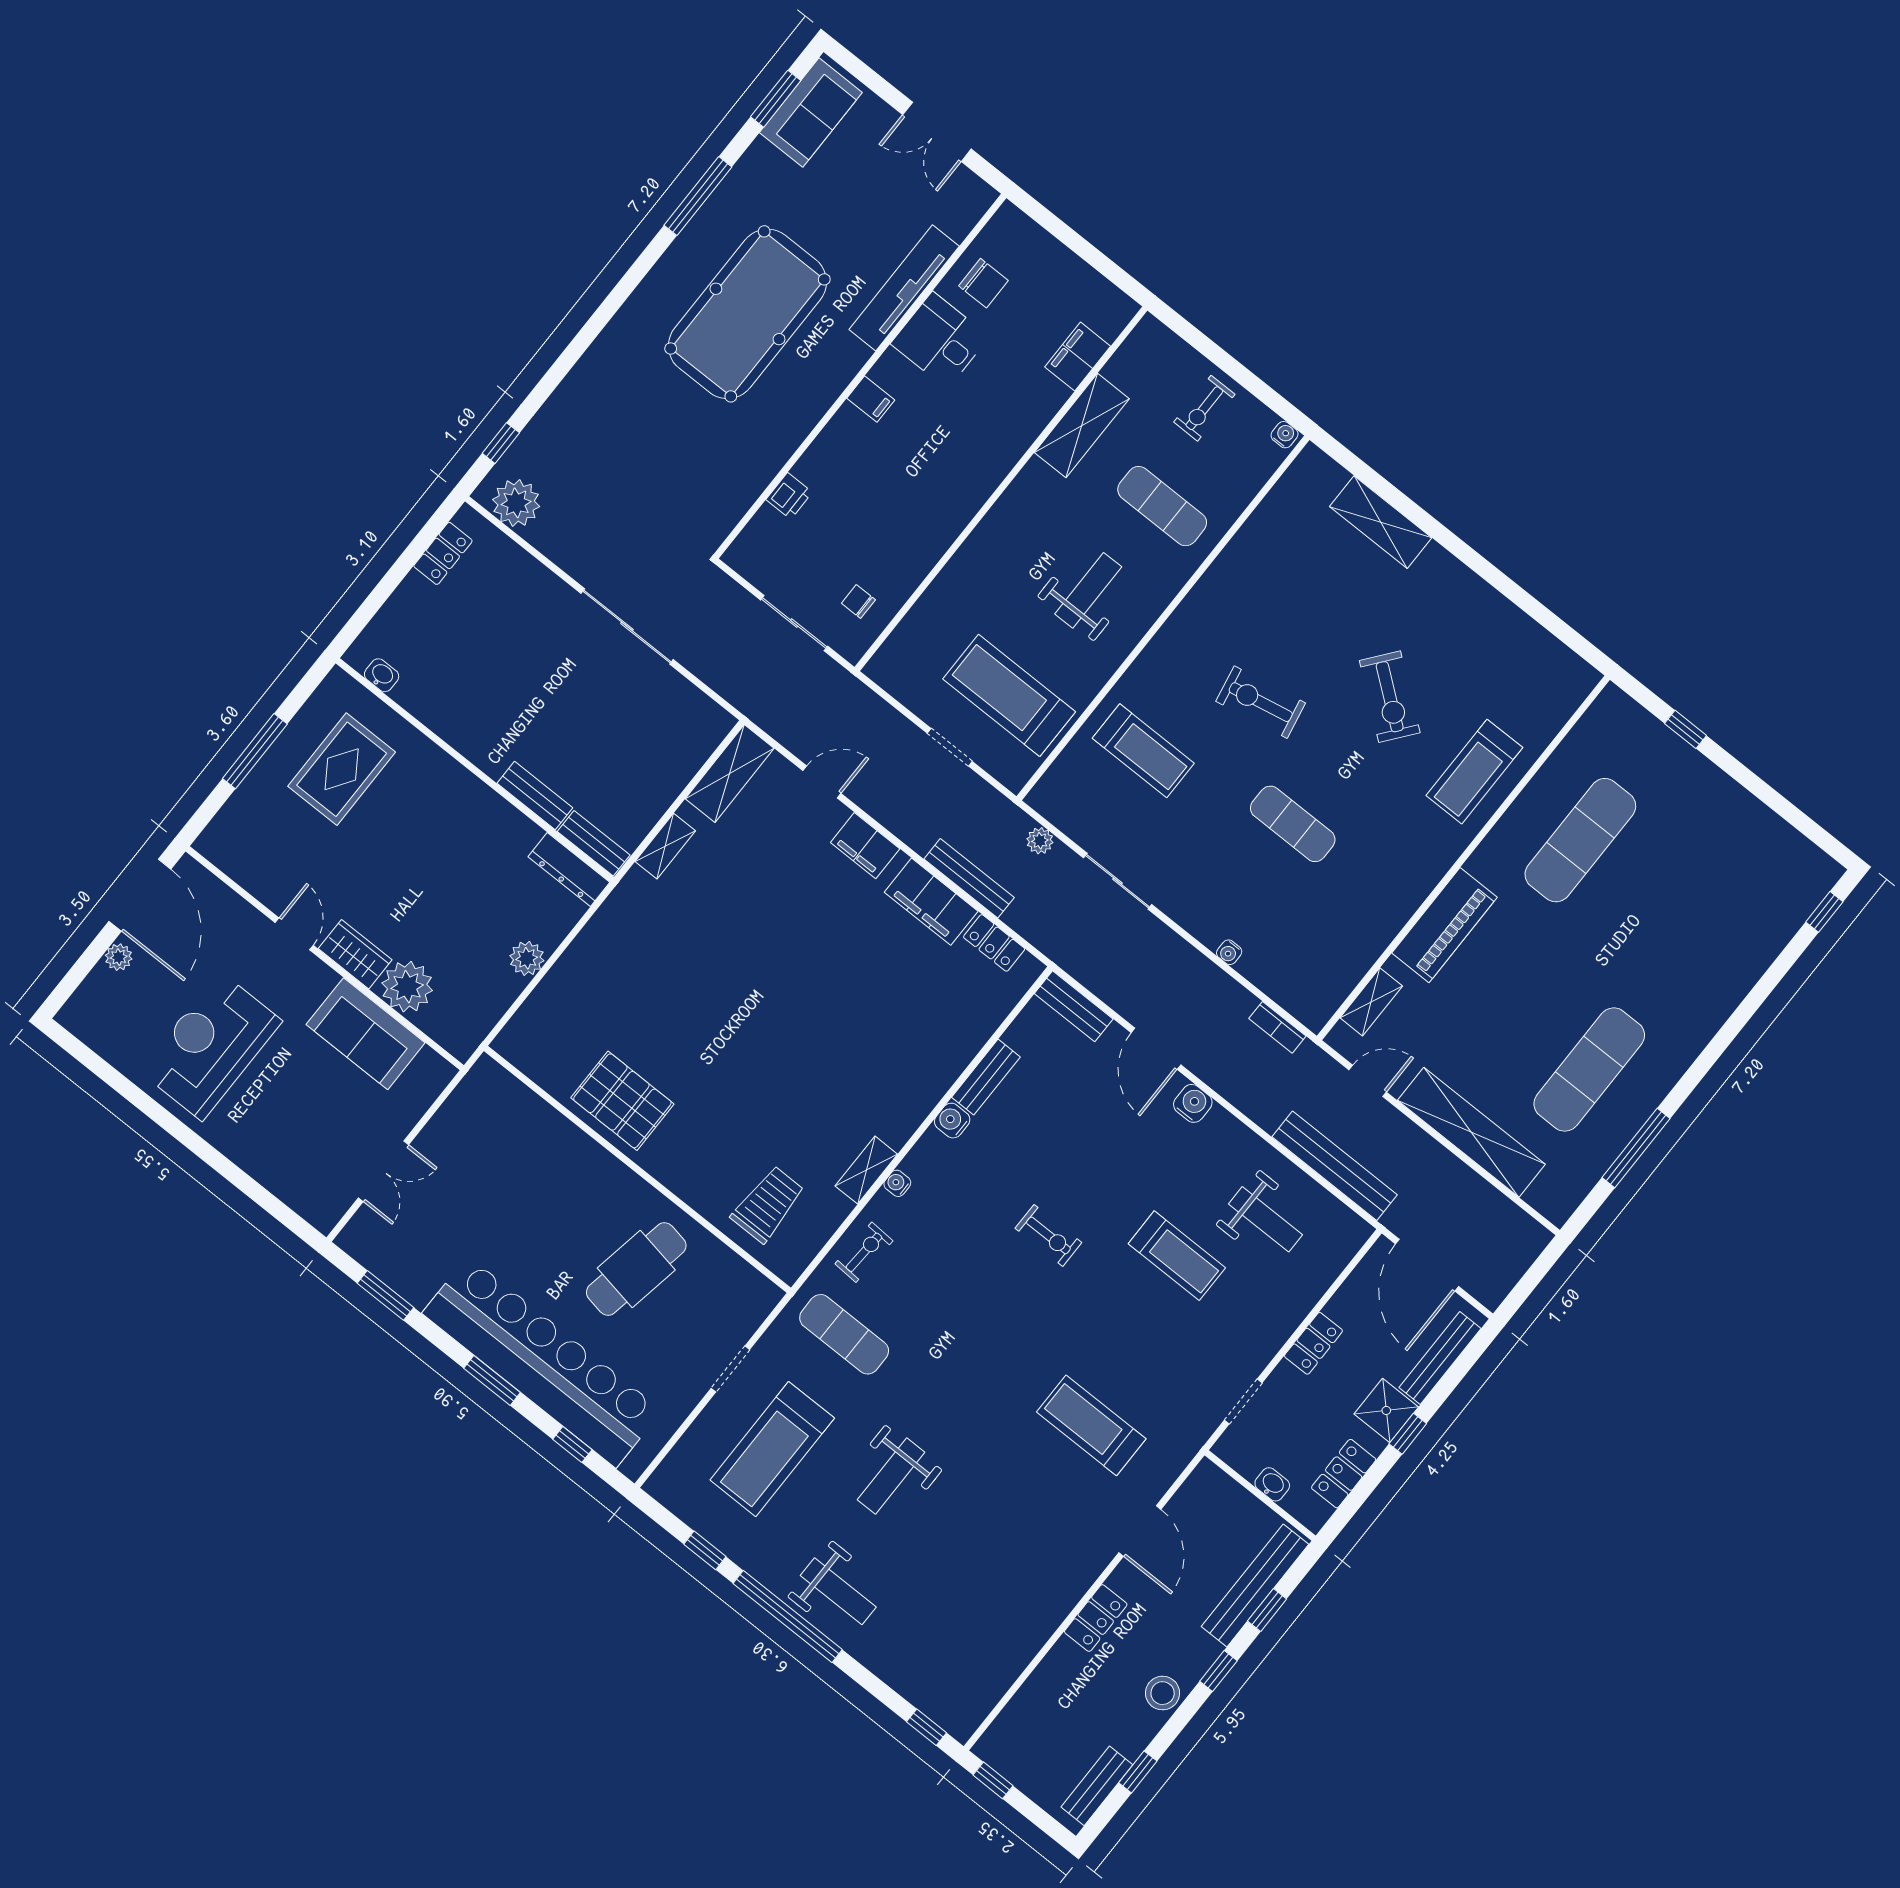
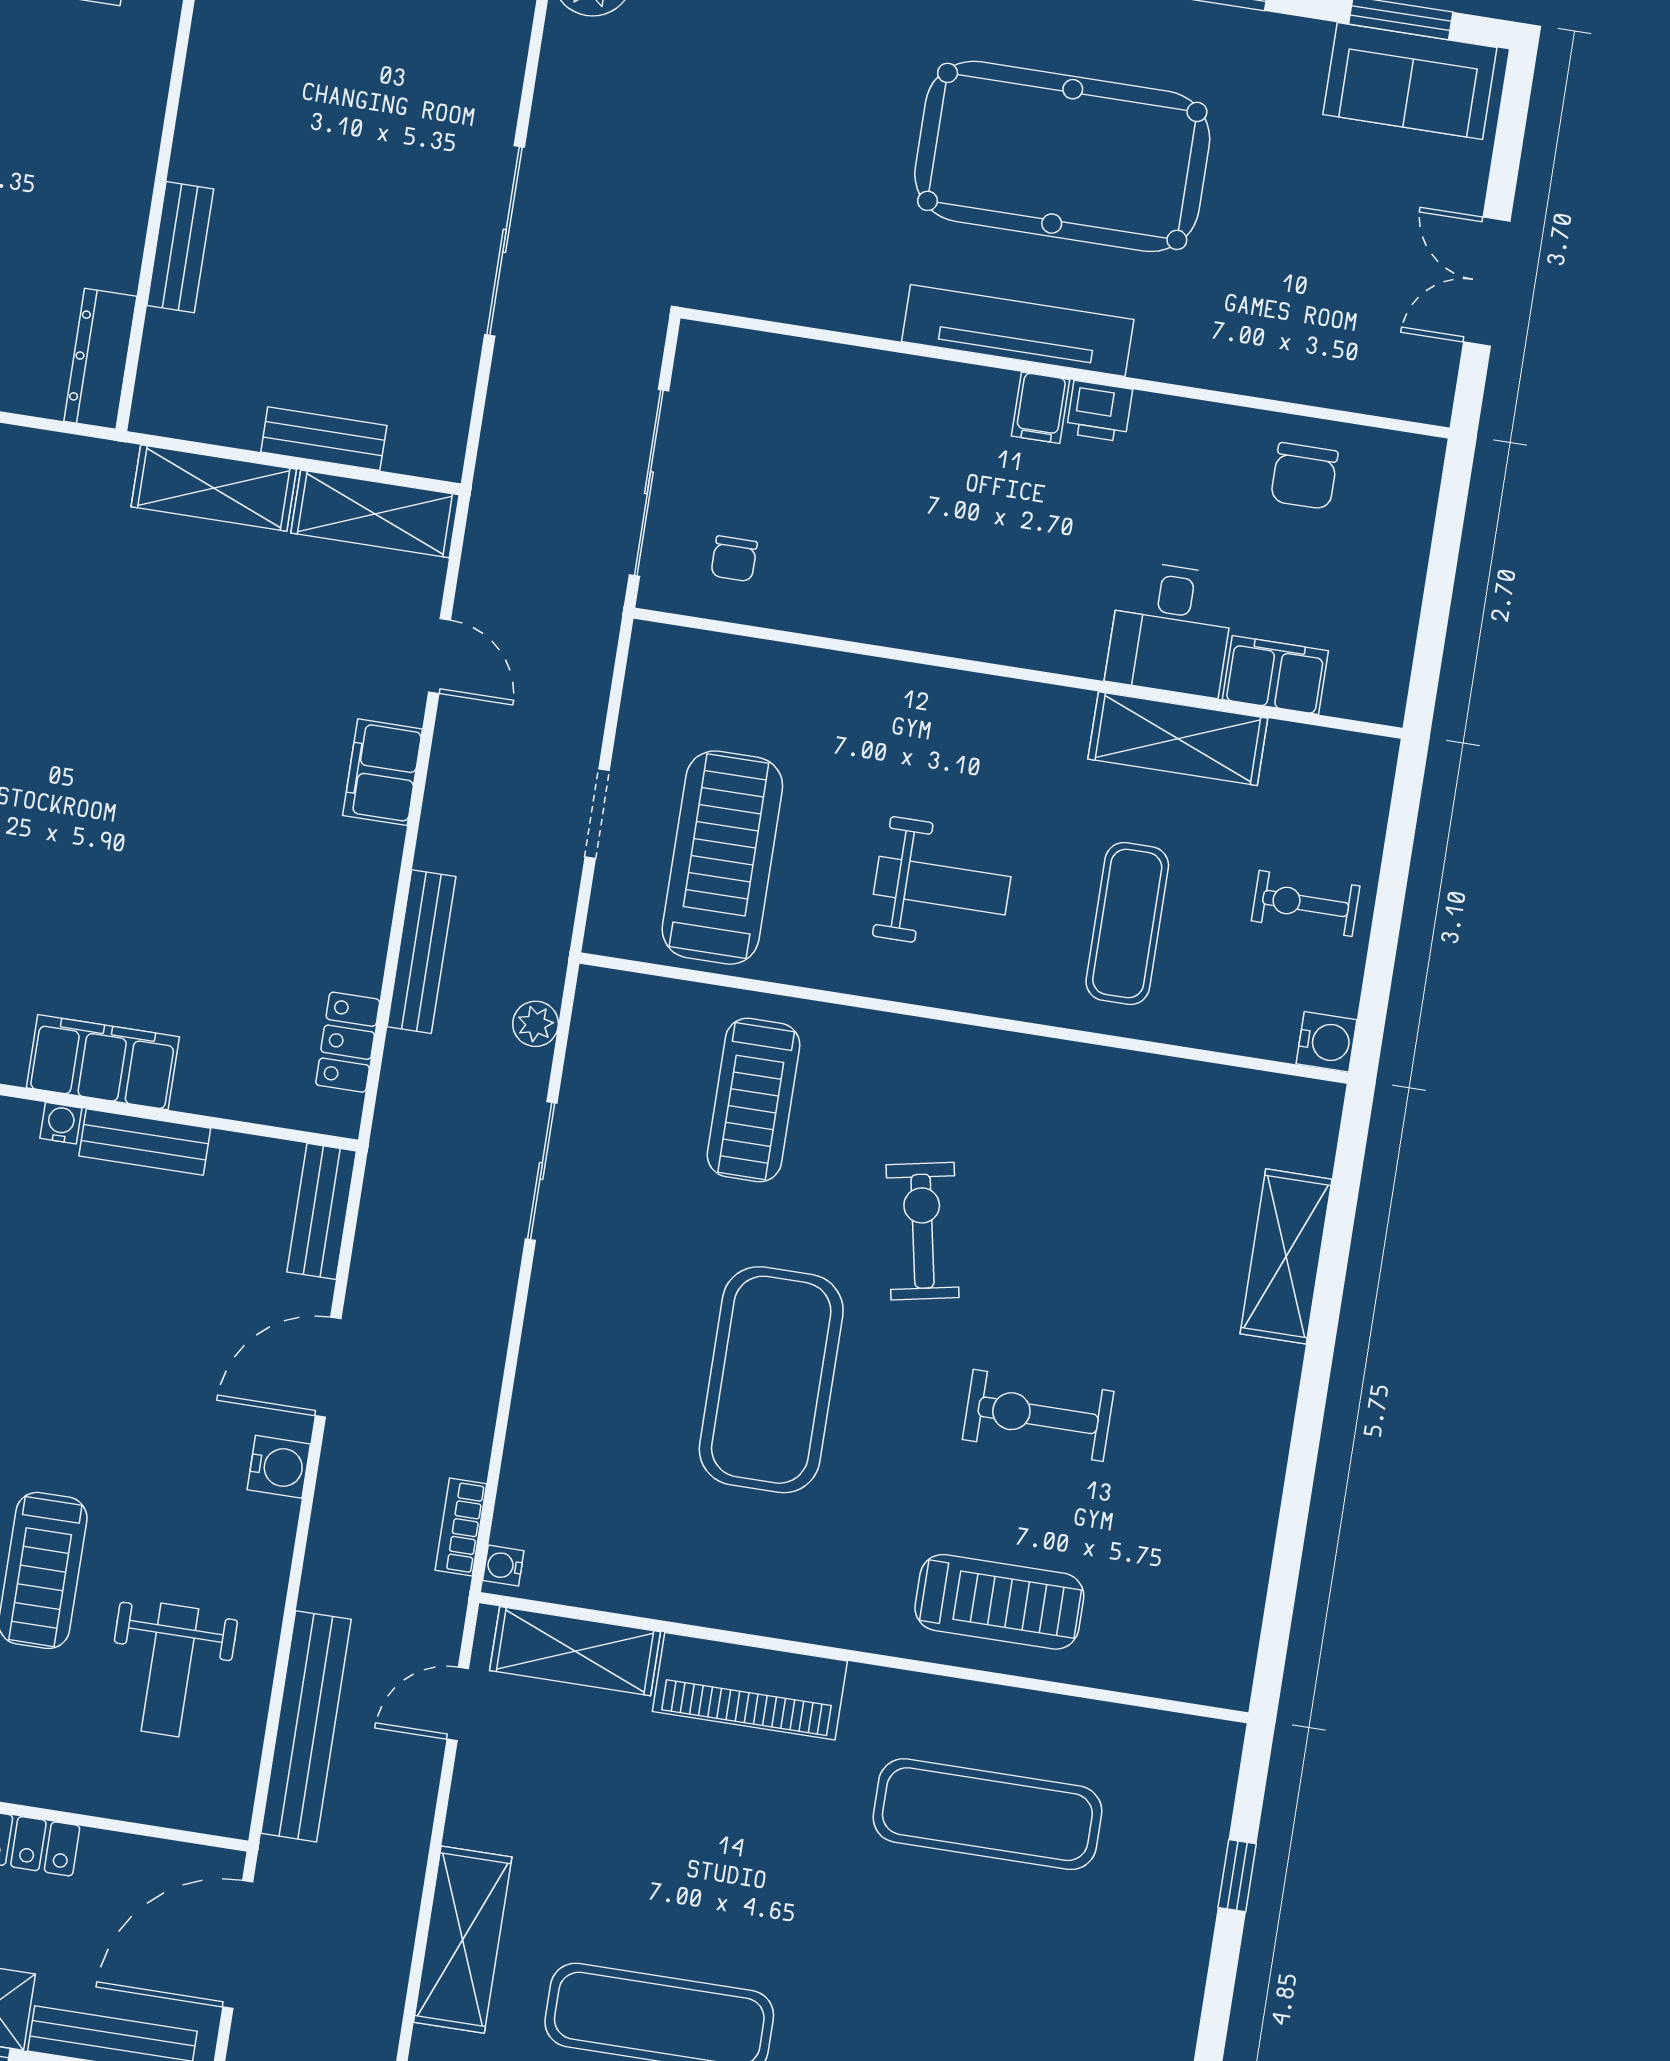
tv unit: (904, 288) -> (1018, 331), moved
desk: (940, 340) -> (1171, 629), moved, turned 180
water cooler: (1285, 435) -> (1327, 1042), width x1.38, depth x1.38
printer: (789, 496) -> (1099, 411), moved
chair: (858, 602) -> (734, 559), turned 180
sliding door: (794, 623) -> (649, 483), width x1.37
exercise bike: (1390, 697) -> (1038, 1415), turned 52
treadmill: (1474, 772) -> (999, 1602), turned 180
exercise mat: (1293, 824) -> (771, 1380), width x2.00, depth x1.45
bench: (594, 843) -> (324, 439), moved, turned 90
shelving: (665, 846) -> (214, 488), width x1.50, depth x1.33
filing cabinet: (931, 902) -> (103, 1062), moved, turned 90
water cooler: (1229, 952) -> (503, 1566), moved
shelving: (1371, 1002) -> (575, 1651), width x1.50, depth x1.33
door: (1368, 1081) -> (458, 1704), swing flipped
water cooler: (952, 1121) -> (61, 1123), width x0.72, depth x0.72
shelving: (1471, 1132) -> (463, 1940), width x0.68

